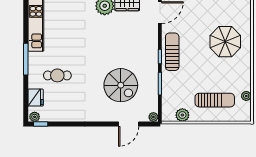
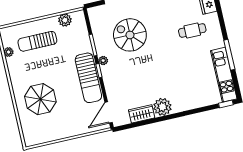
sun lounger: (172, 52) -> (88, 78), width x1.36, depth x1.34
window: (26, 59) -> (229, 55), moved
plant: (153, 117) -> (103, 60), moved

